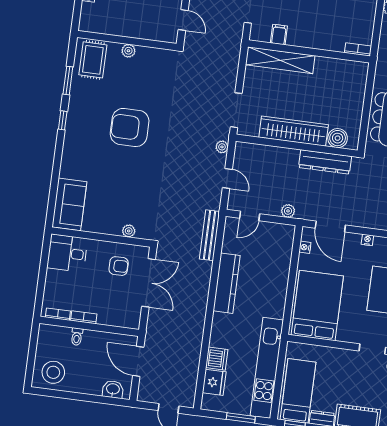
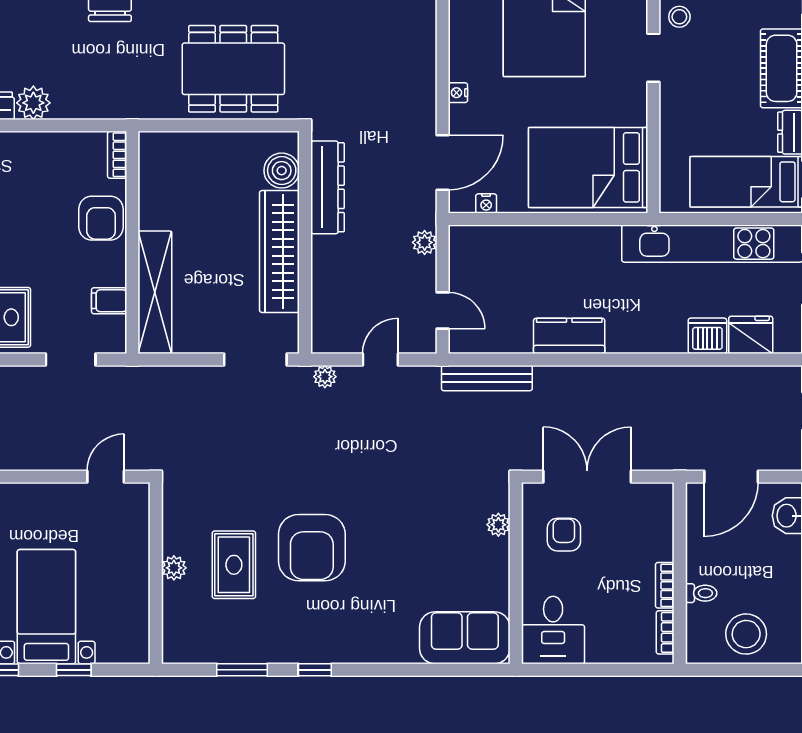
armchair: (325, 36) -> (101, 218), added
rug: (93, 60) -> (234, 565), moved, turned 90
kitchen counter: (227, 283) -> (569, 336), width x0.67
stool: (53, 372) -> (746, 634), moved

